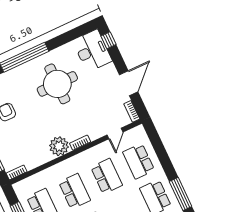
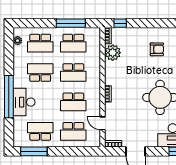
plant: (59, 146) -> (113, 53), moved
school desk: (139, 161) -> (73, 131), turned 180

